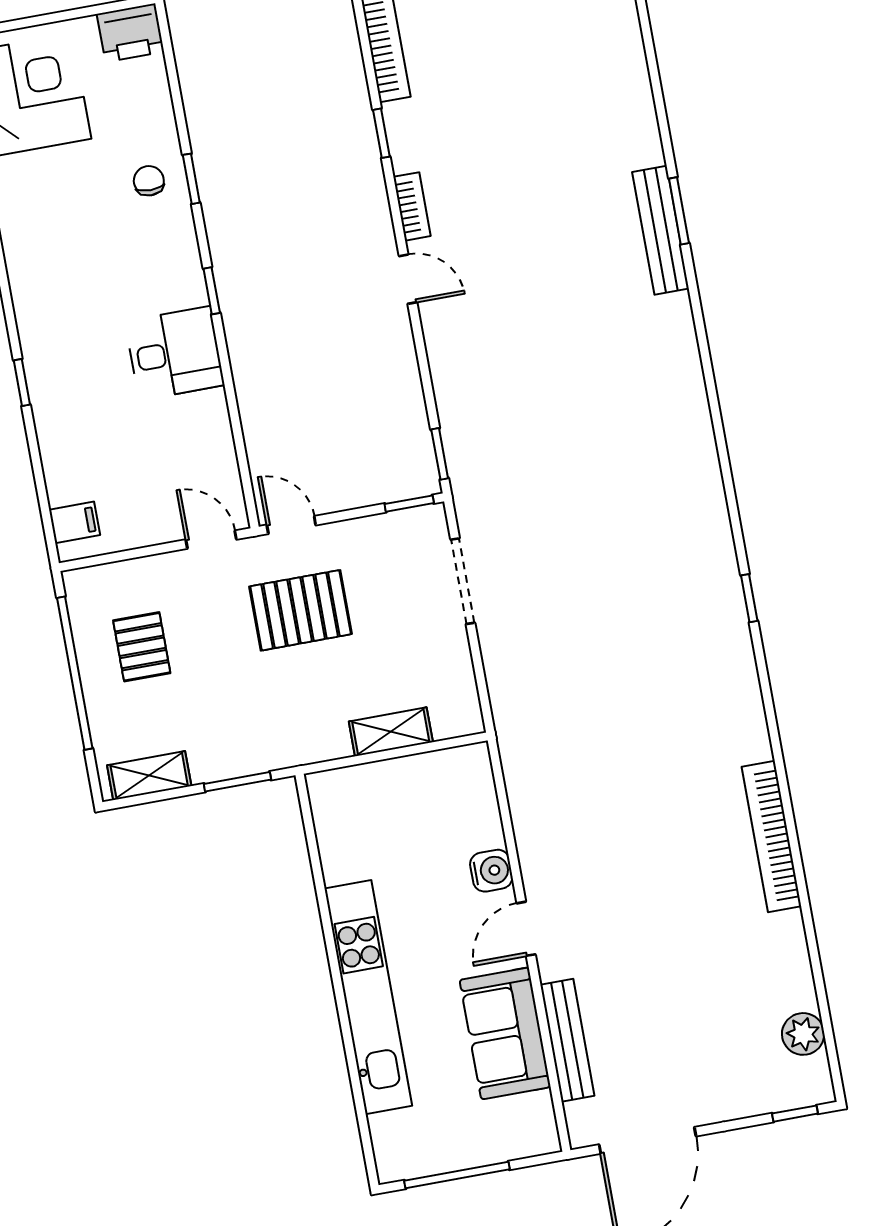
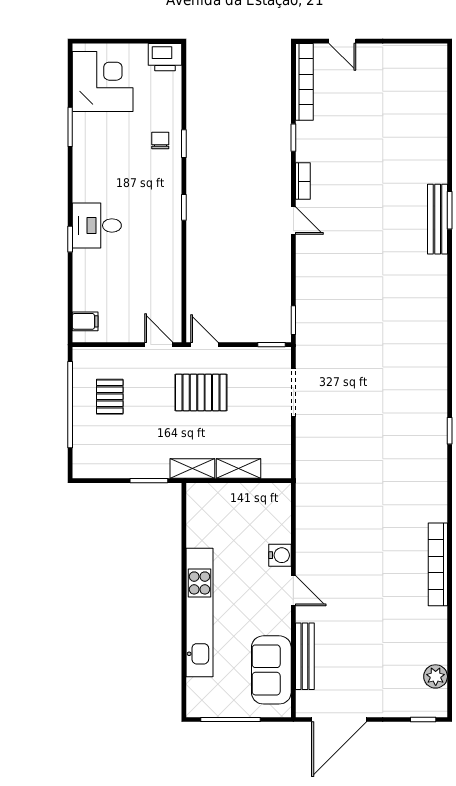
desk: (175, 353) -> (97, 225), moved, turned 180
shelving: (149, 776) -> (192, 468), moved
door: (526, 929) -> (293, 591), swing flipped
sofa: (505, 1033) -> (271, 670), moved

